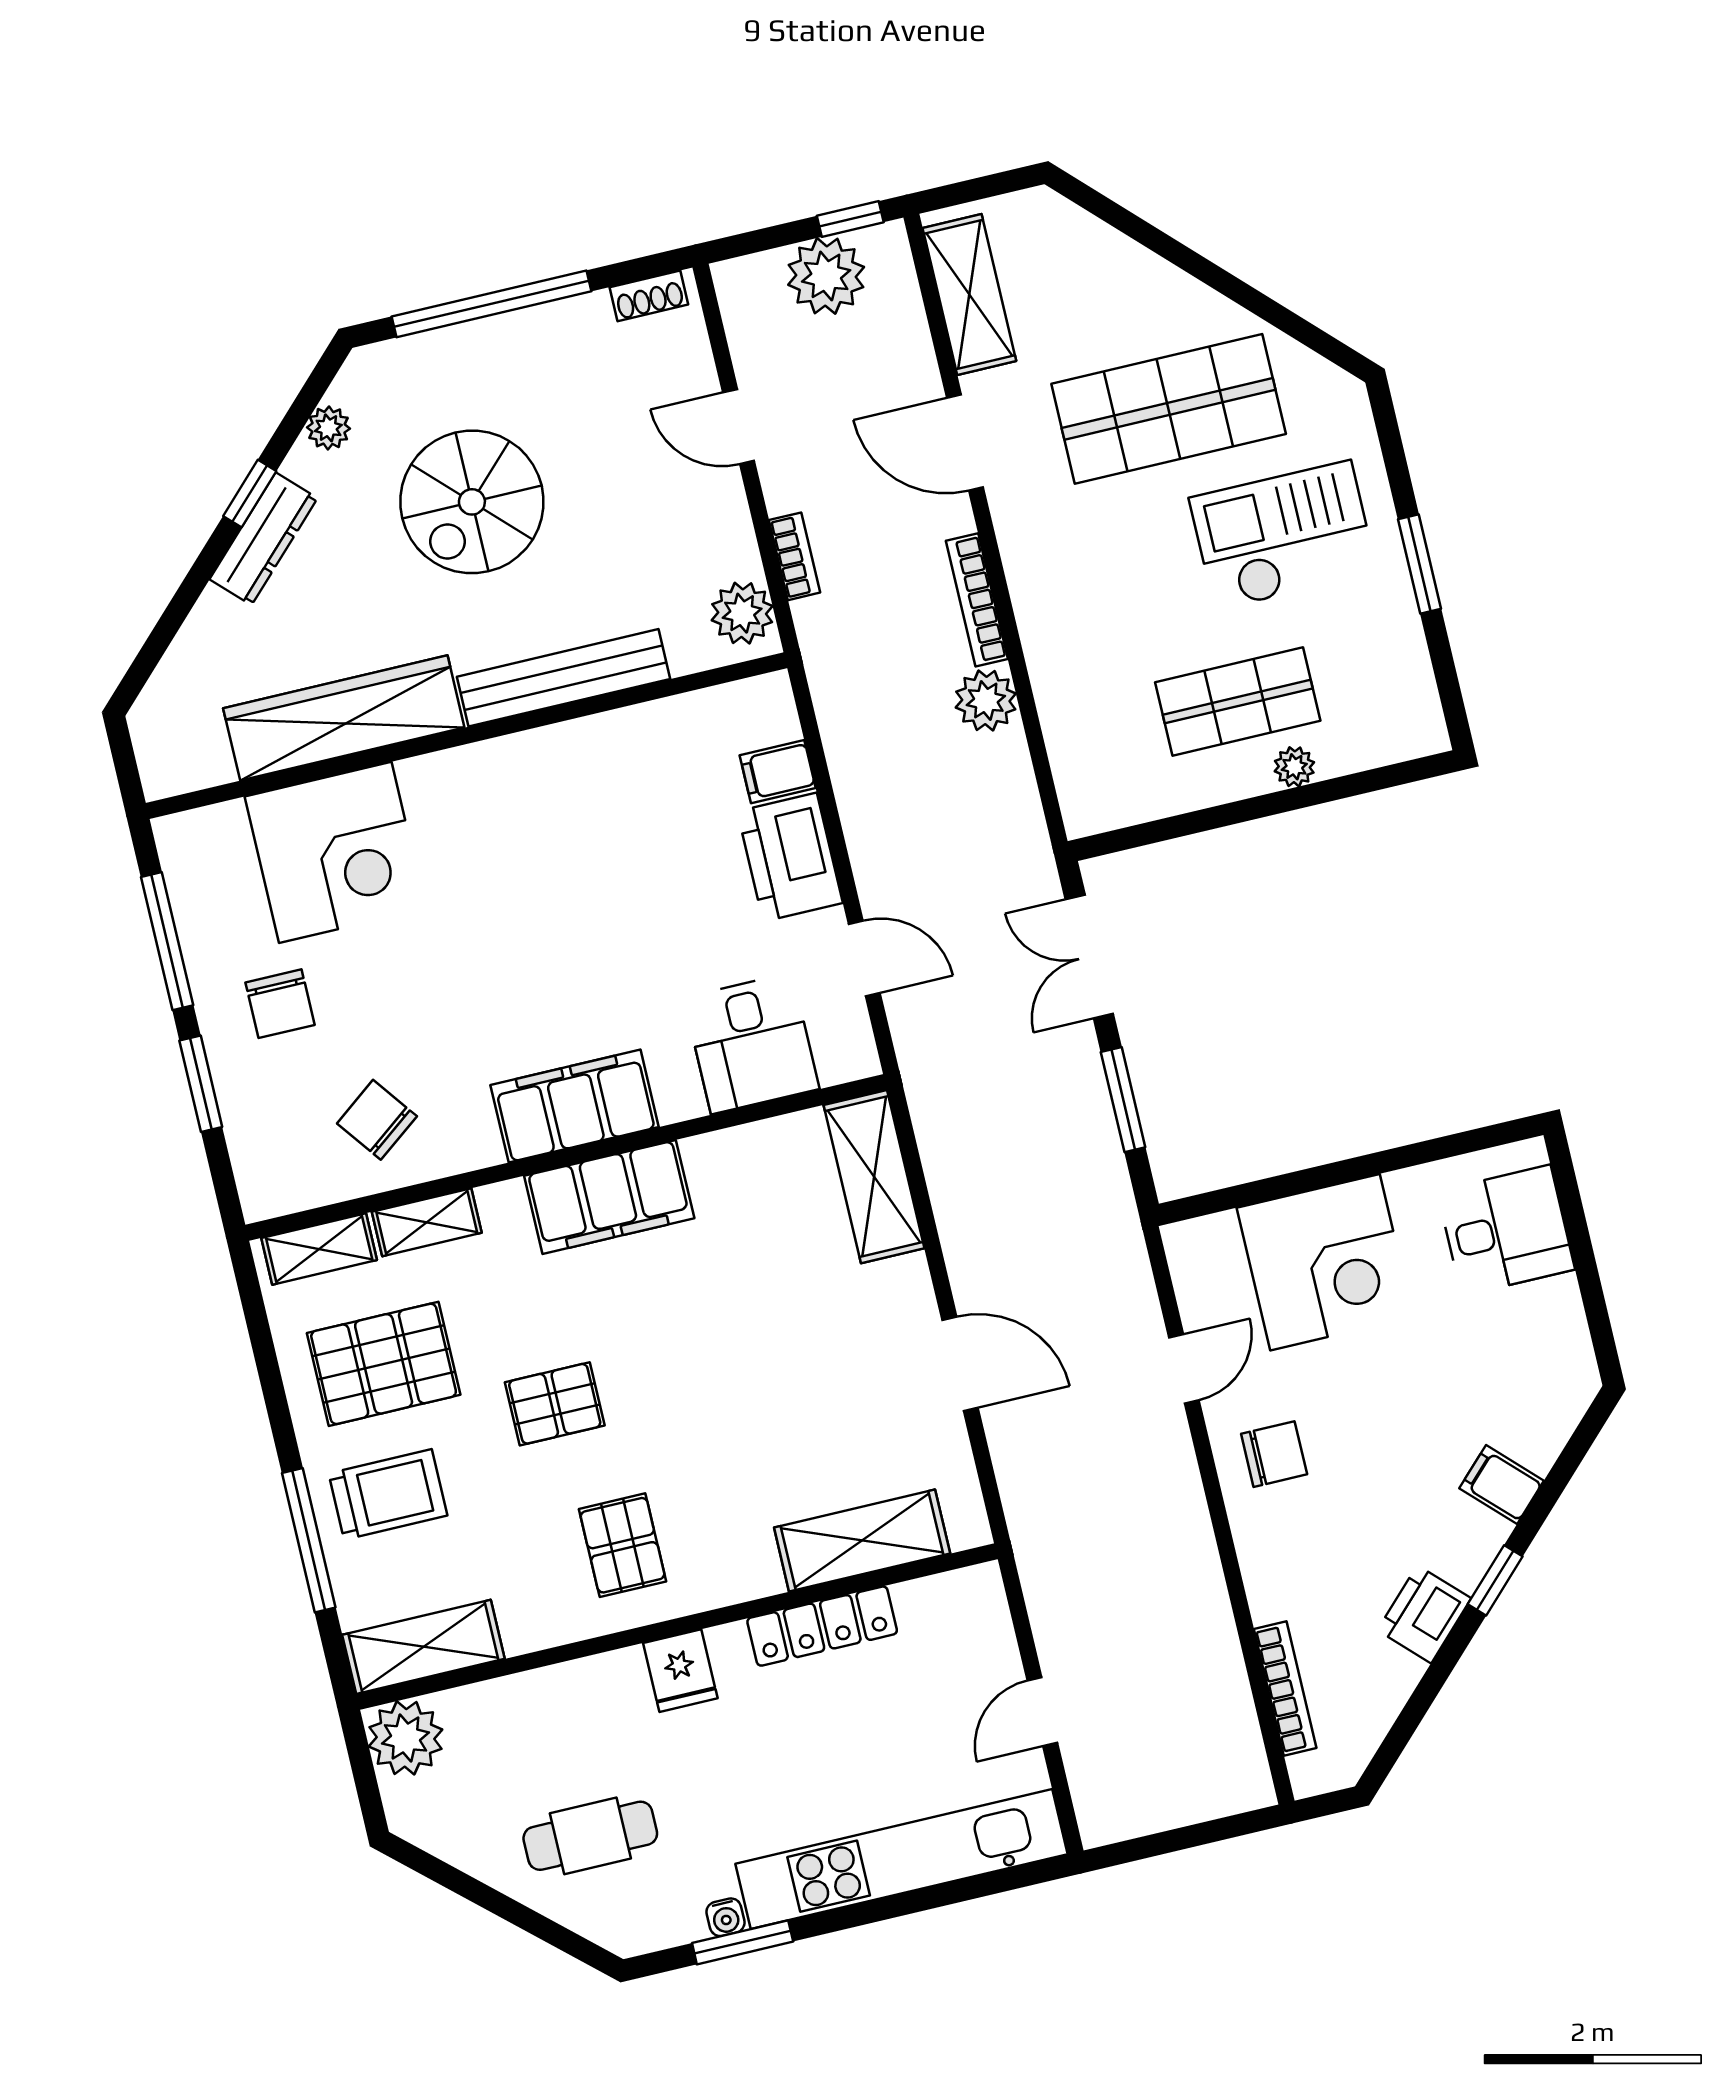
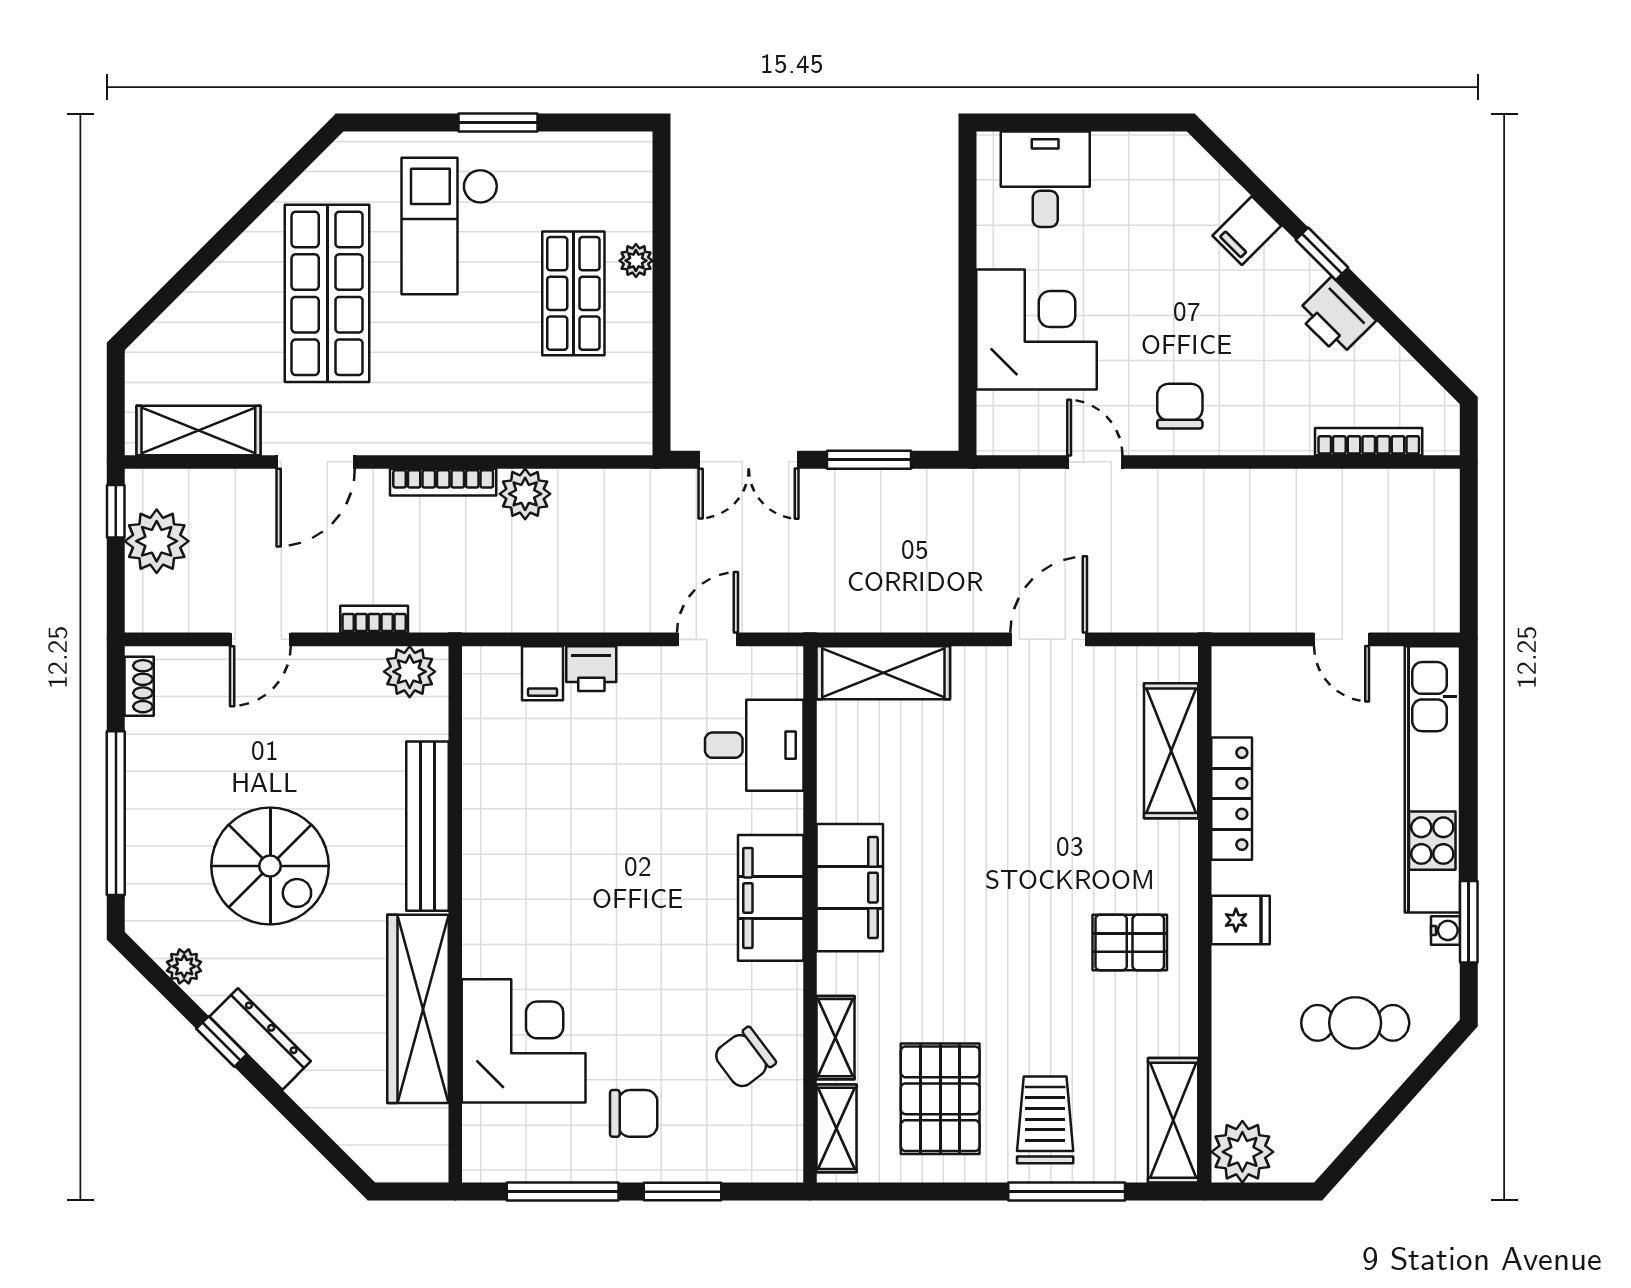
printer: (790, 857) -> (591, 669), width x0.53, depth x0.68
pallet: (555, 1404) -> (1004, 970), removed
cafe table: (590, 1836) -> (1355, 1023), turned 90

